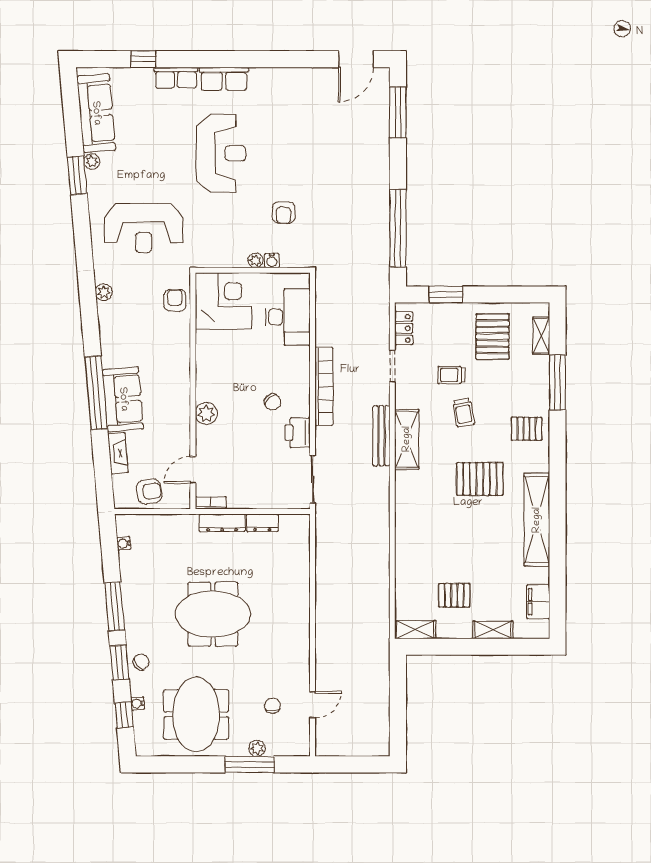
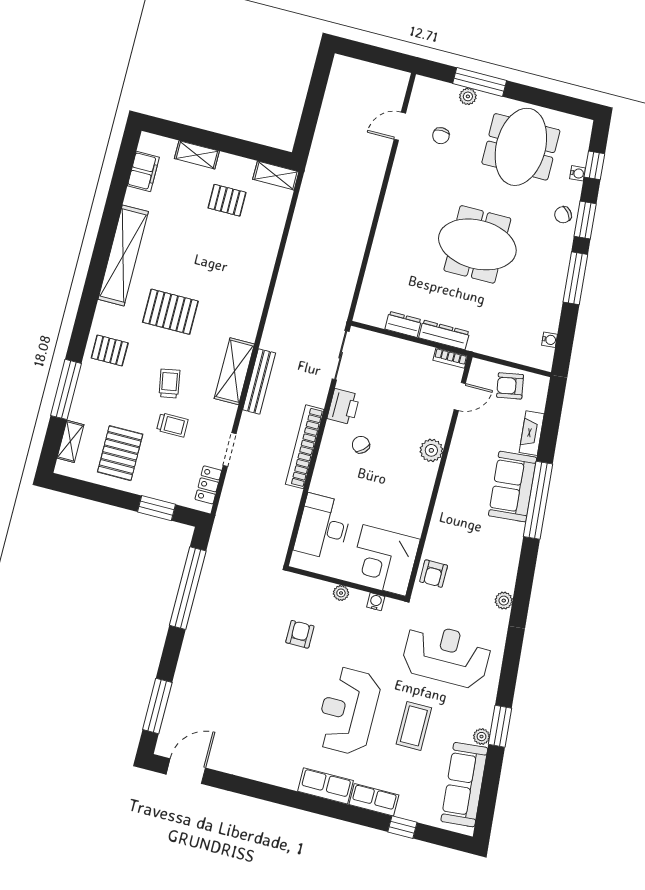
coffee table: (157, 155) -> (414, 726), added
water cooler: (272, 261) -> (376, 602), moved

